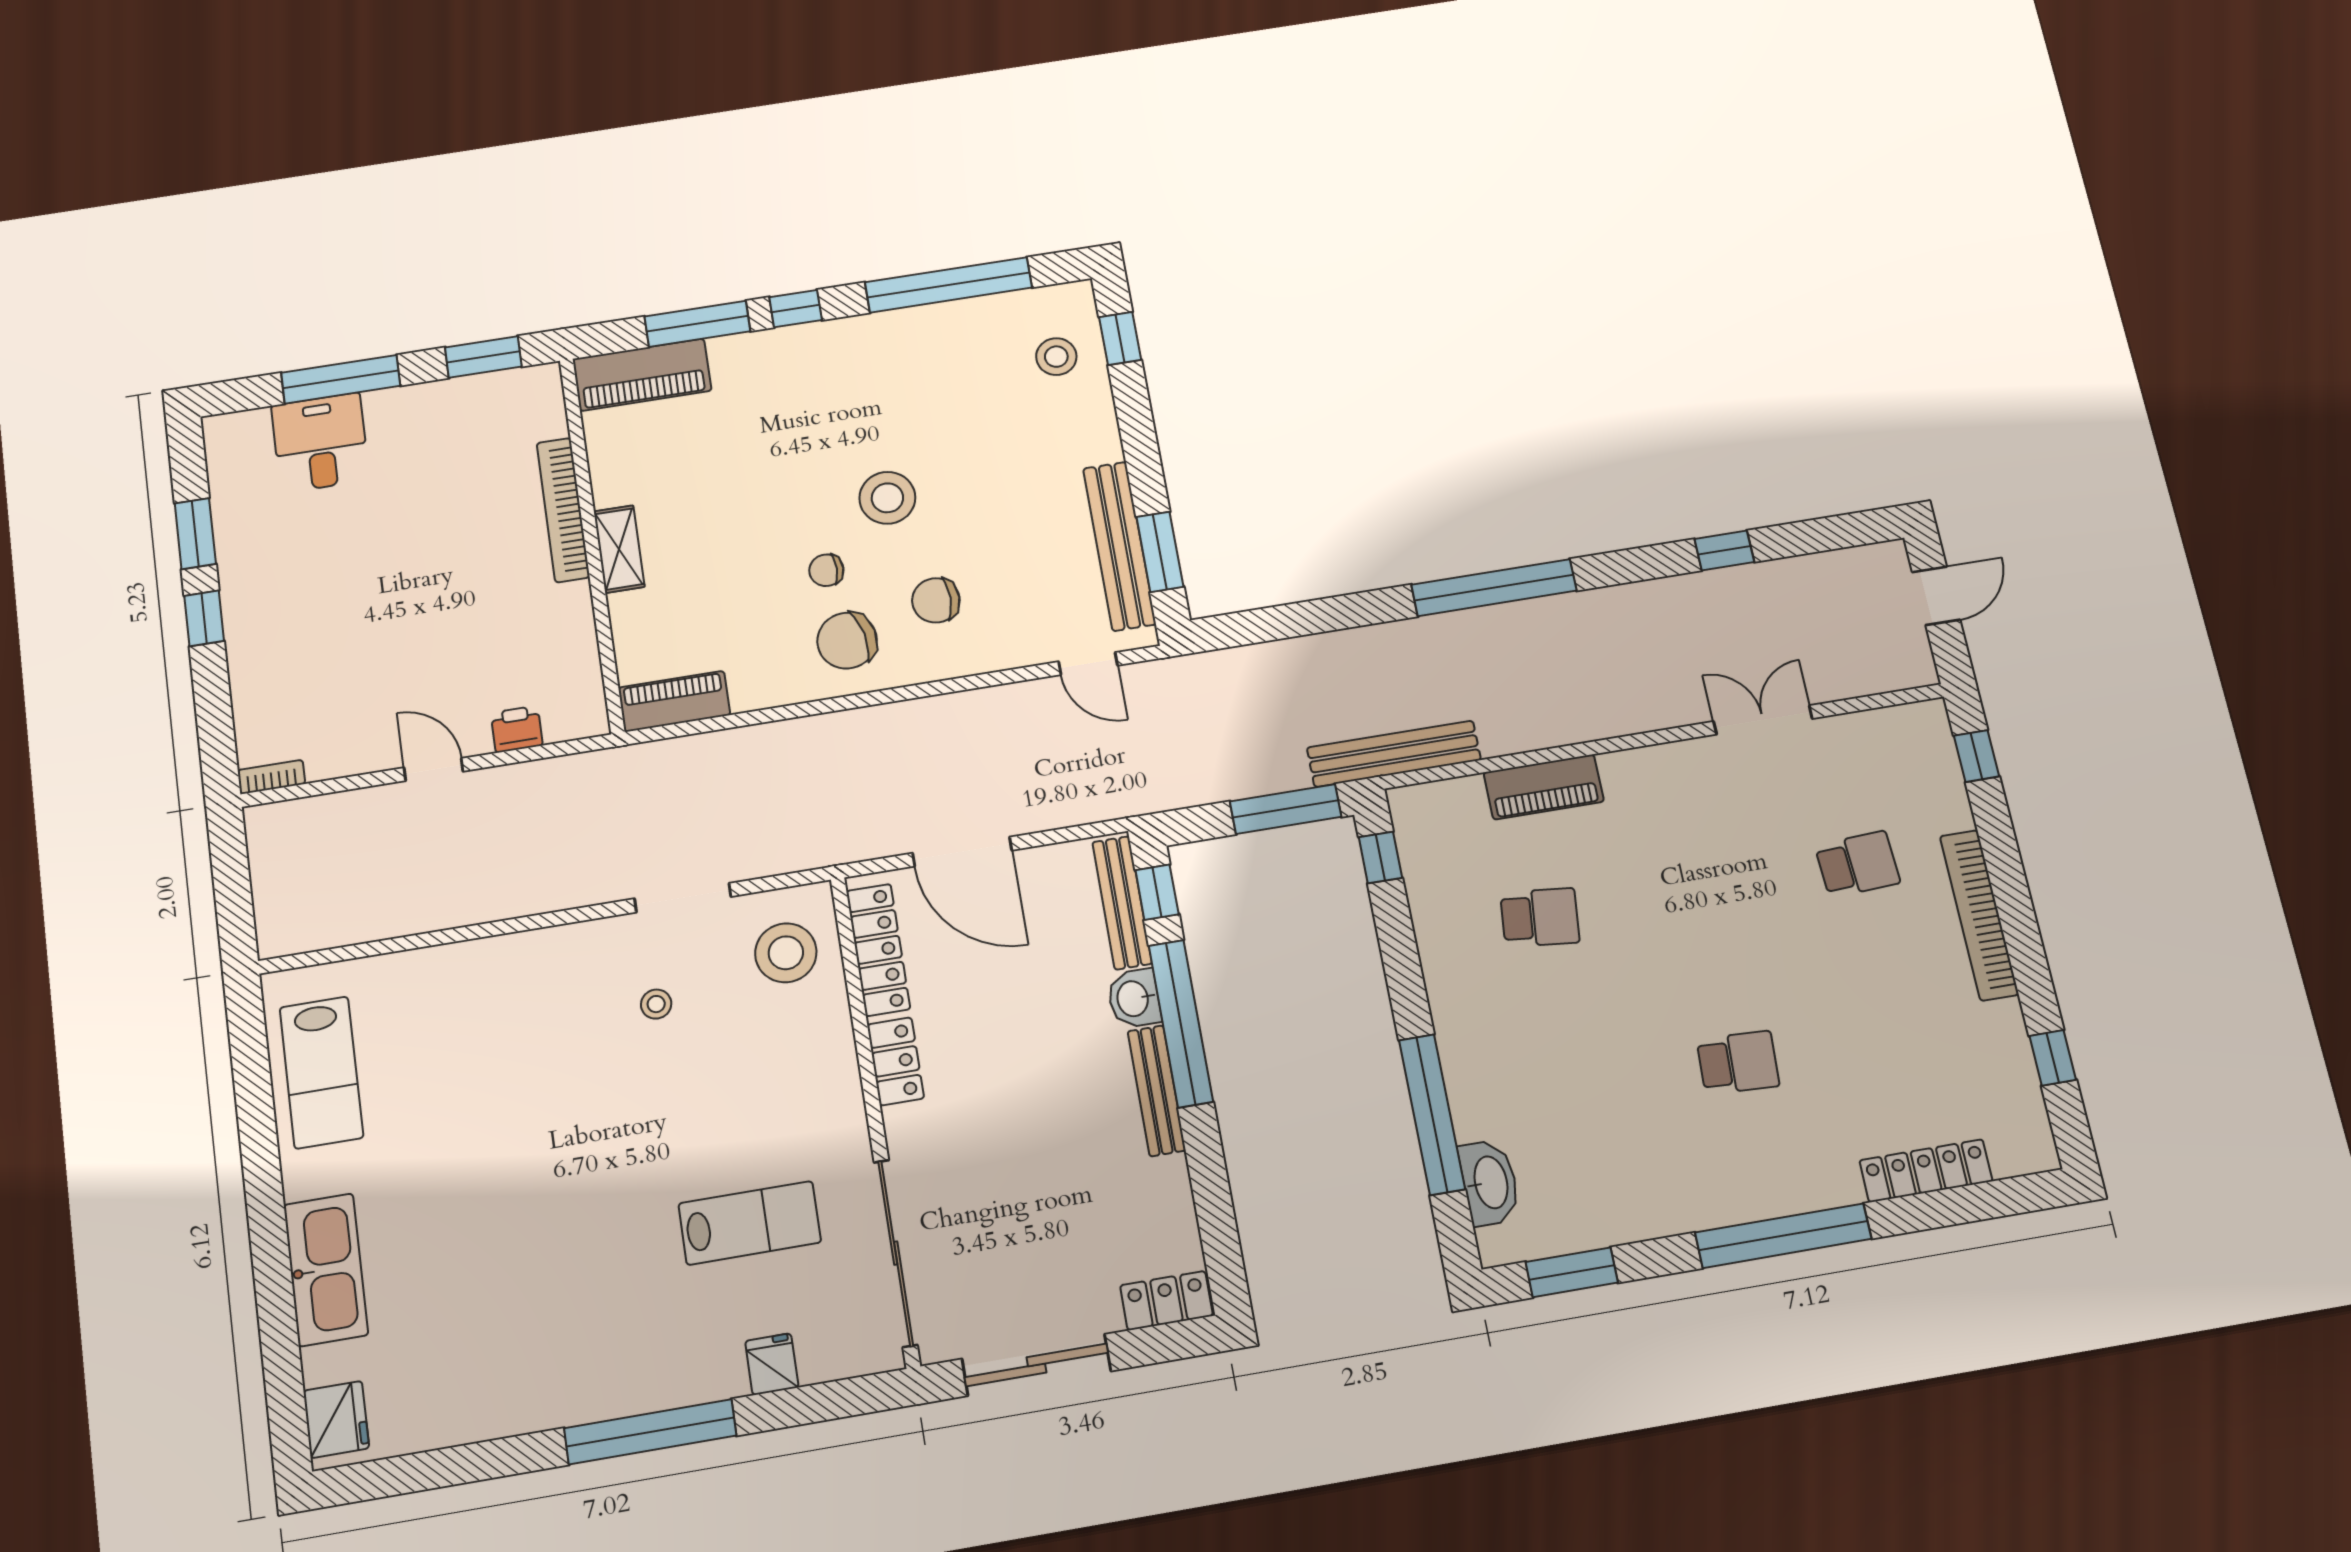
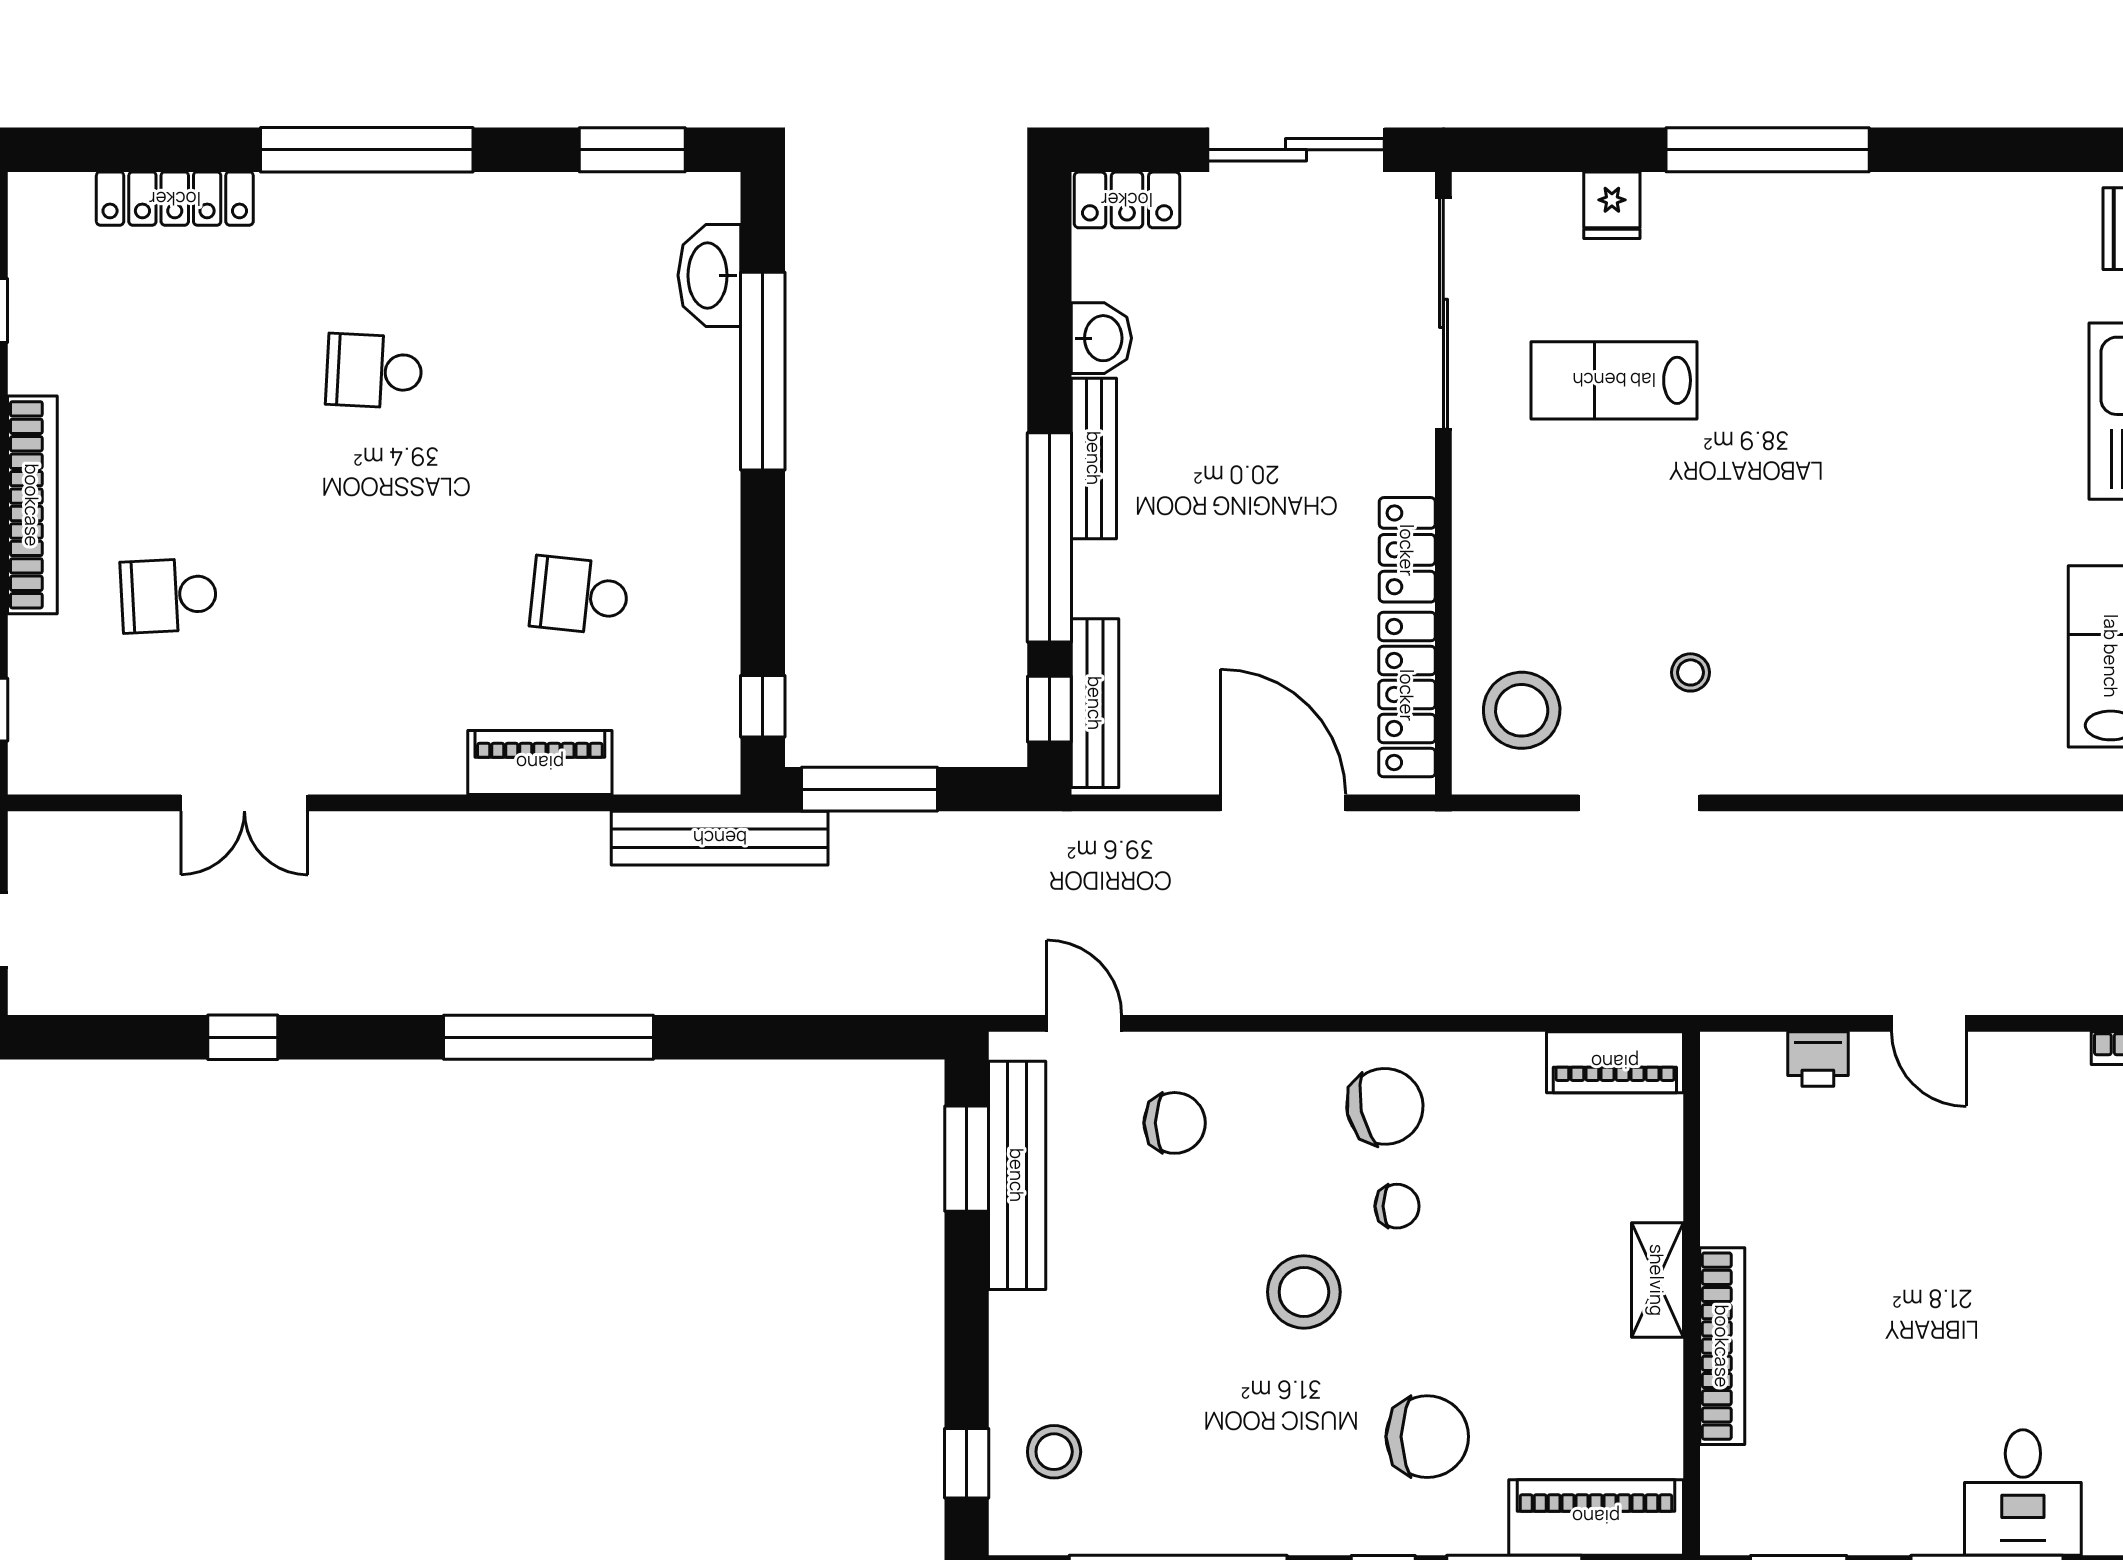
chair: (778, 411) -> (1427, 1437), added
chair: (936, 600) -> (1175, 1123), moved
washbasin: (1134, 998) -> (1101, 338), moved

